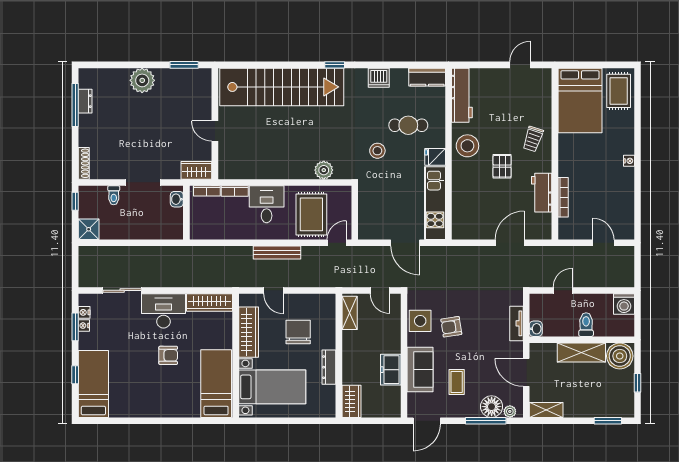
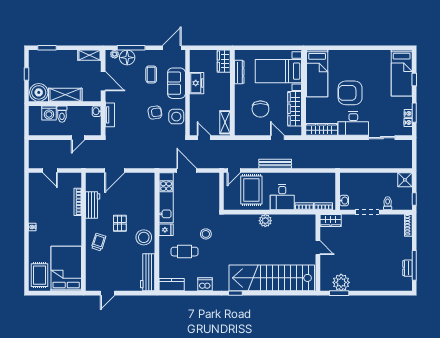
plant: (142, 80) -> (341, 282), moved
plant: (324, 170) -> (265, 221), moved
washing machine: (624, 304) -> (49, 113), moved, turned 180
armchair: (168, 355) -> (350, 93), width x1.88, depth x1.88
dresser: (329, 367) -> (239, 72), moved

